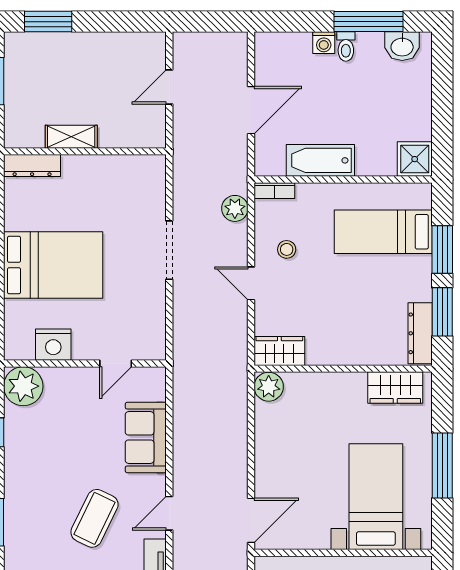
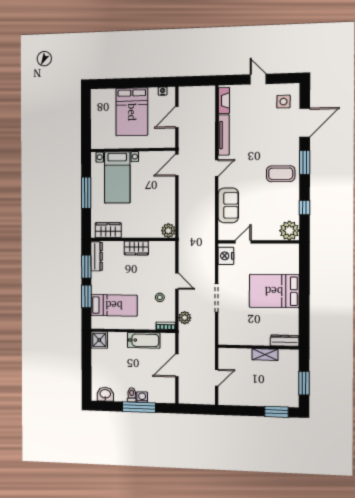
window: (368, 22) -> (139, 407), moved
nightstand: (53, 345) -> (226, 256), moved, turned -90
wardrobe: (279, 351) -> (136, 248), moved
coffee table: (94, 518) -> (281, 174), moved, turned 64

